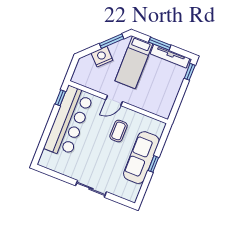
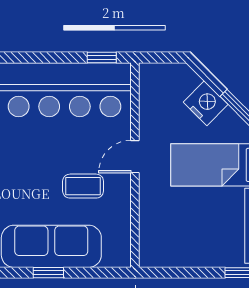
door: (114, 101) -> (135, 157), hinge flipped

